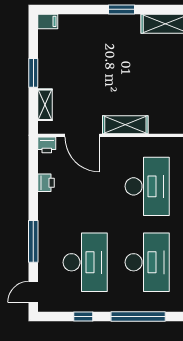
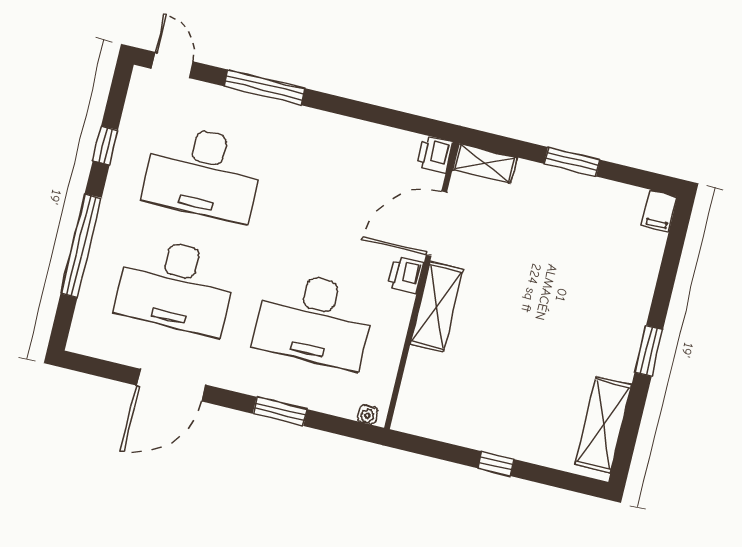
shelving: (45, 105) -> (485, 163), moved
printer: (46, 183) -> (406, 275), moved, turned 90

